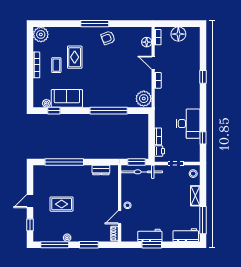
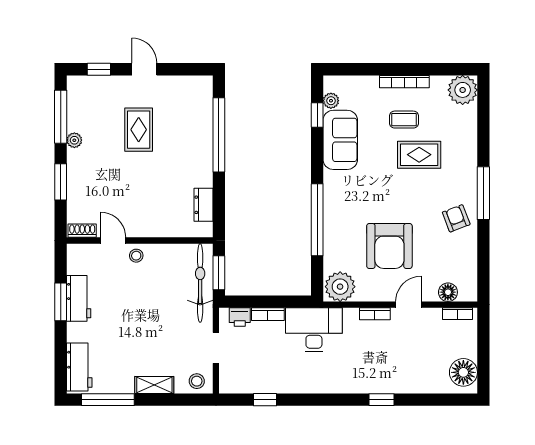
floor lamp: (178, 34) -> (463, 372), moved
armchair: (122, 73) -> (389, 246), added
desk: (188, 124) -> (314, 330), moved, turned 180

